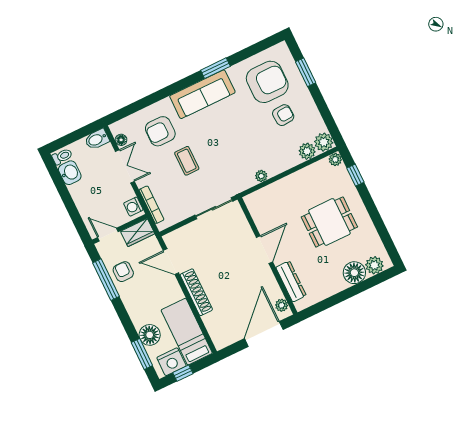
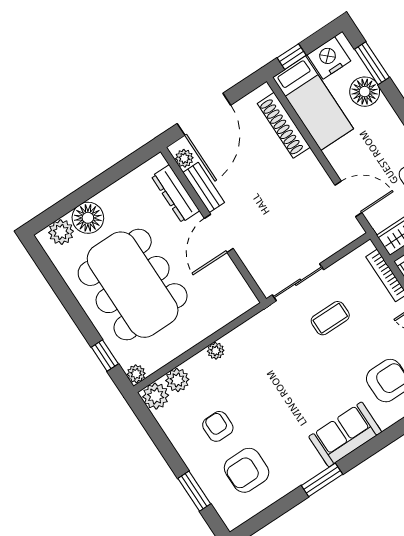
armchair: (267, 82) -> (247, 470), width x0.73, depth x0.73
sofa: (202, 94) -> (345, 434), width x0.73
armchair: (283, 115) -> (218, 426), turned 94
coffee table: (187, 161) -> (330, 318), moved, turned 90
plant: (261, 176) -> (216, 351), moved
dining table: (329, 222) -> (133, 285), width x1.88, depth x1.24
bench: (271, 283) -> (204, 187), added
shoe rack: (196, 292) -> (284, 125), moved
window: (183, 373) -> (292, 57), moved

